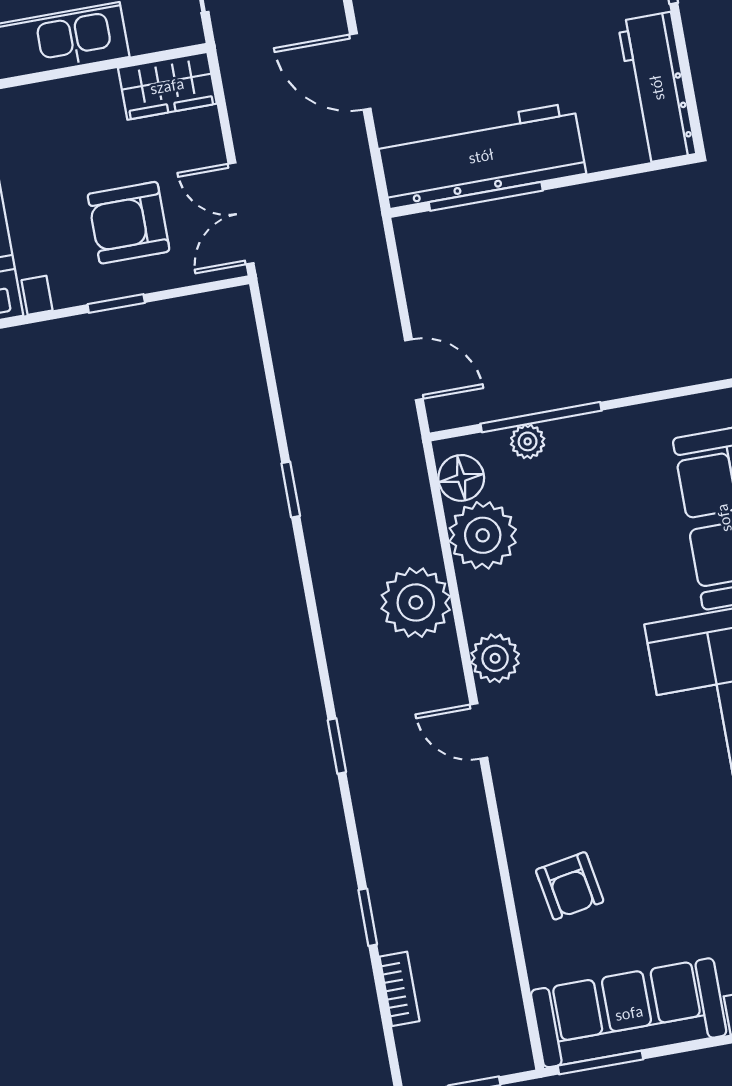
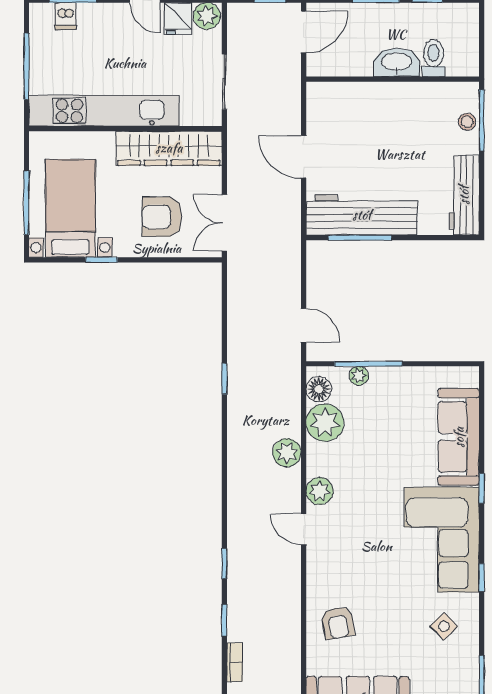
wardrobe: (167, 86) -> (169, 148), width x2.10, depth x1.17
window: (116, 304) -> (101, 260), moved
plant: (416, 602) -> (287, 453), width x0.73, depth x0.73
window: (337, 746) -> (224, 564), moved

